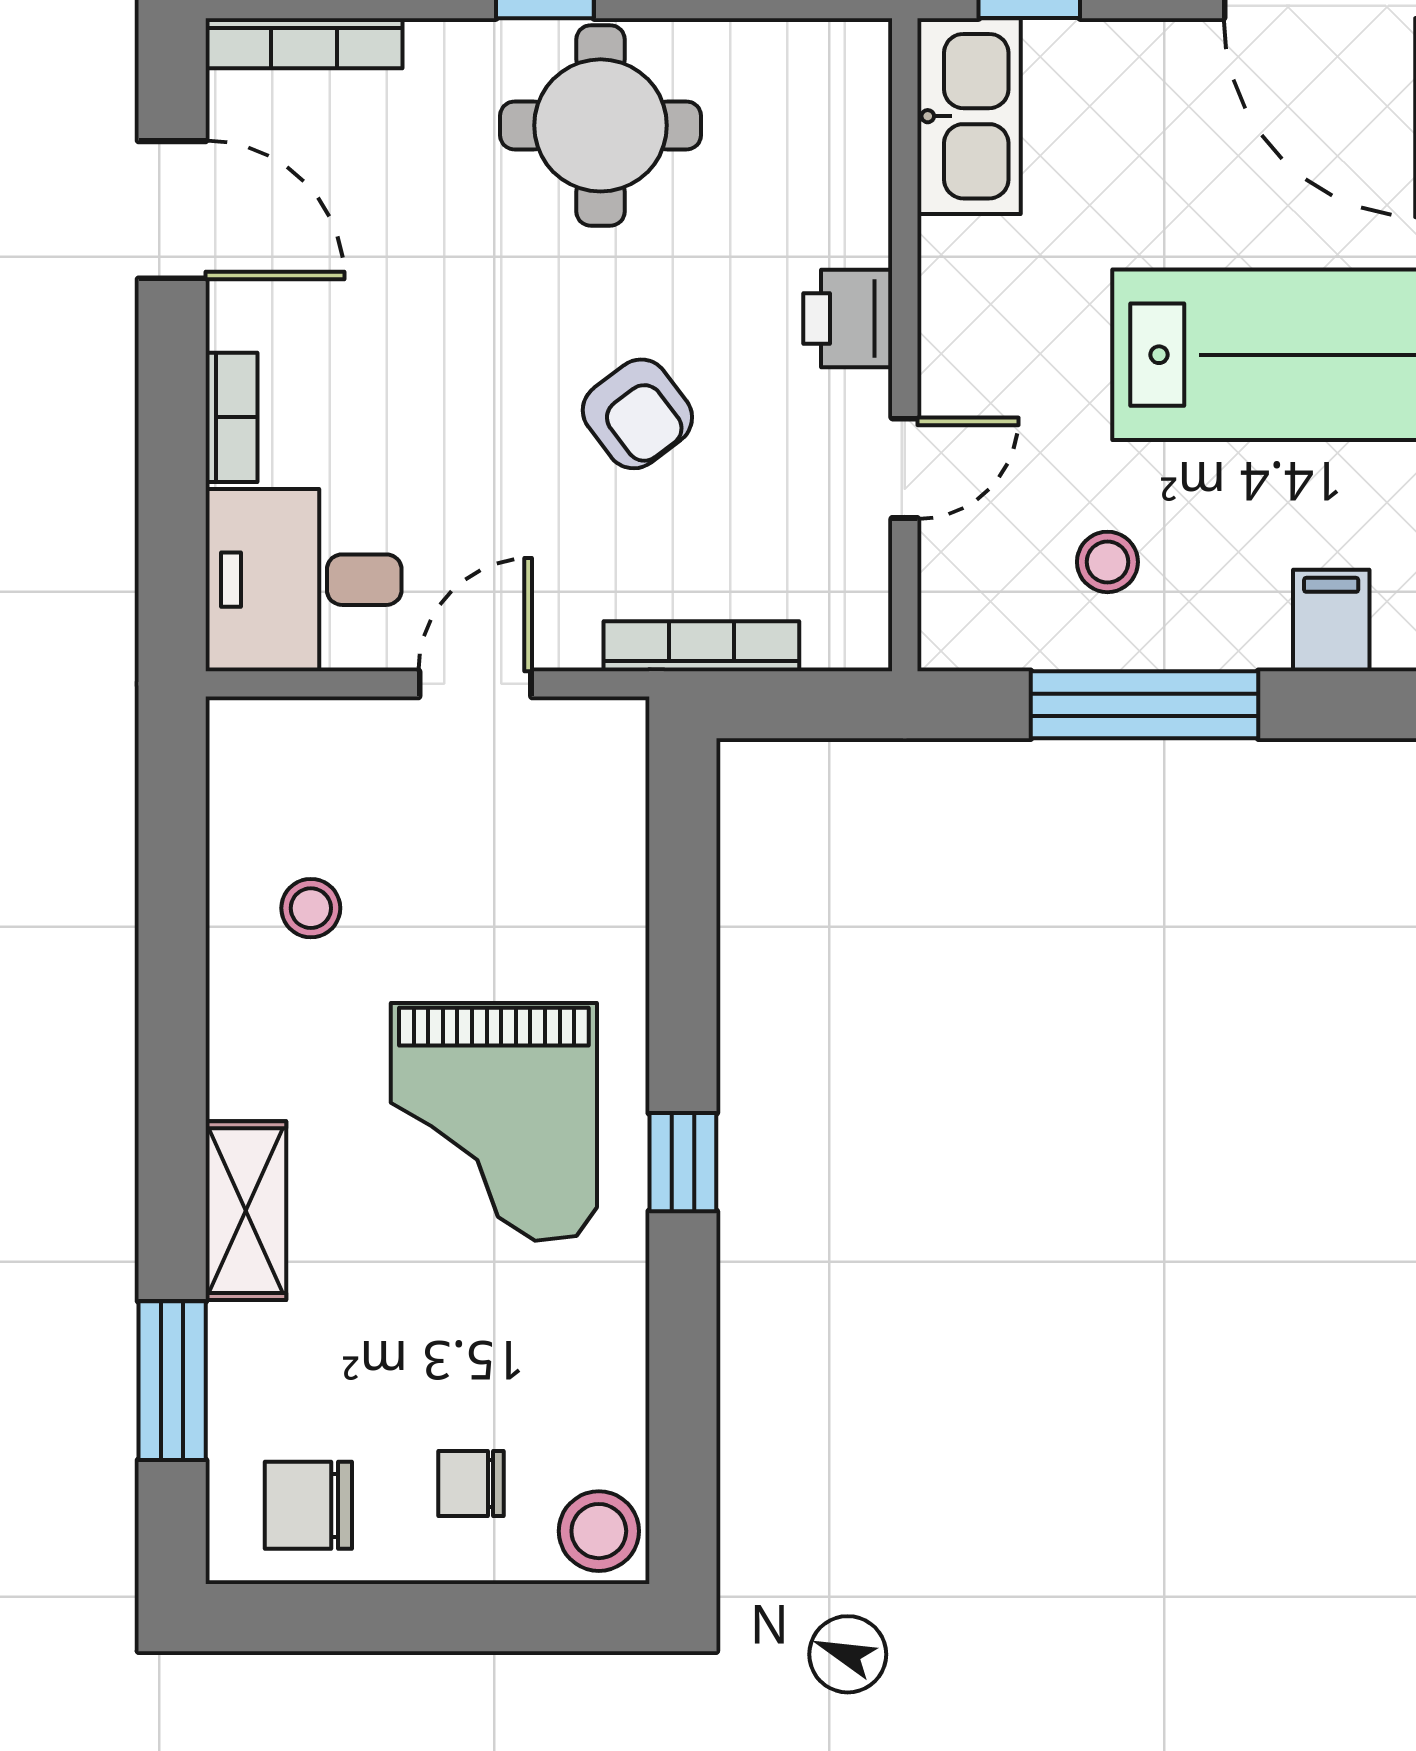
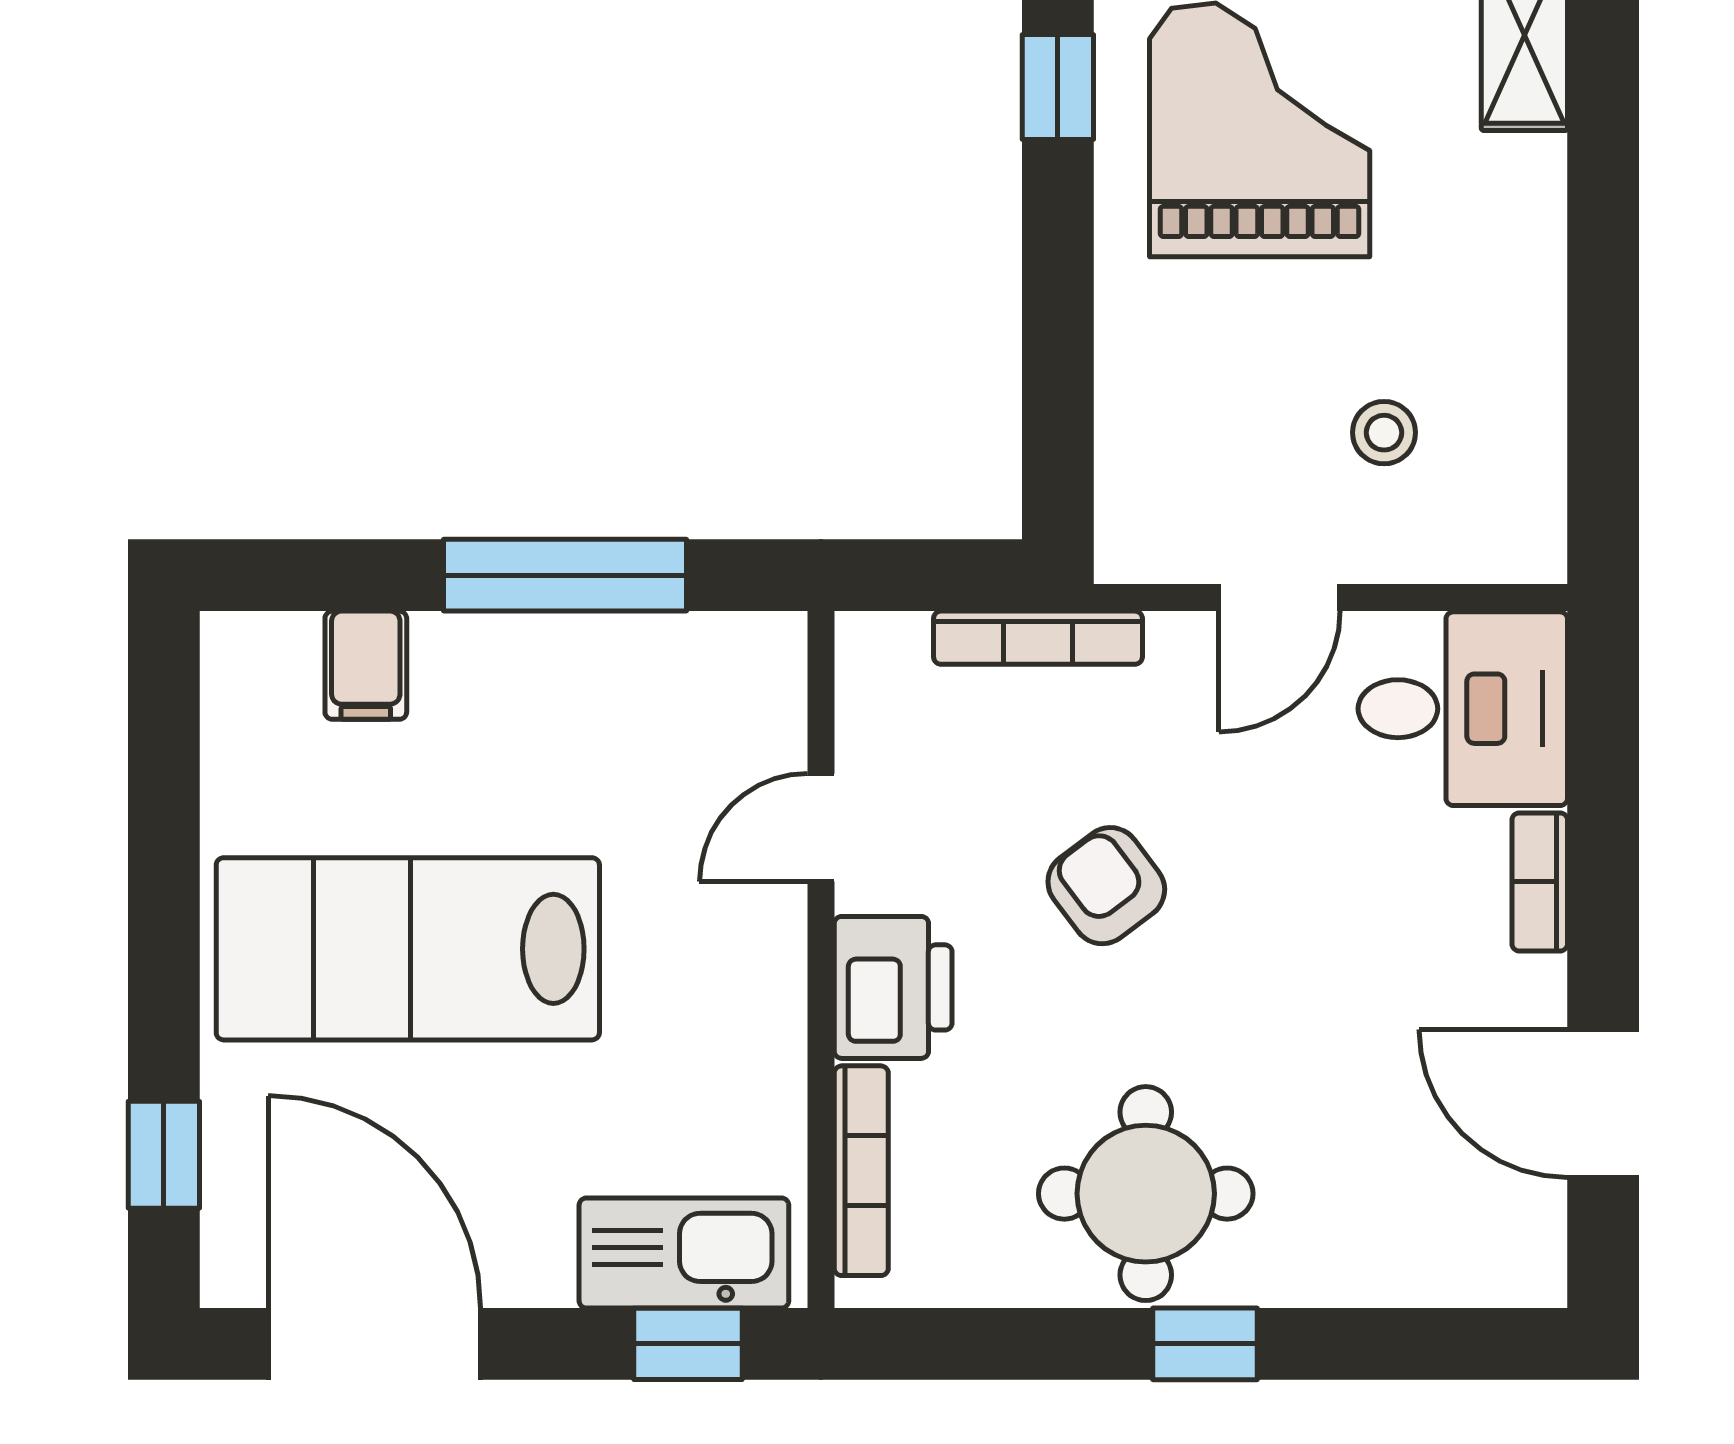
bookcase: (304, 43) -> (861, 1171), moved, turned 90
kitchen sink: (969, 116) -> (684, 1253), moved, turned 90
printer: (848, 319) -> (893, 987), width x1.36, depth x1.24
stool: (1107, 562) -> (605, 728), removed
stool: (311, 908) -> (1384, 433), moved

